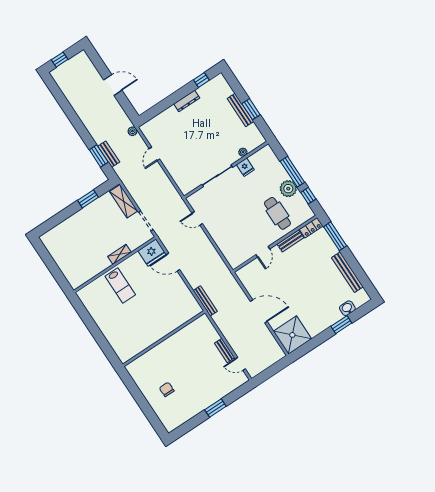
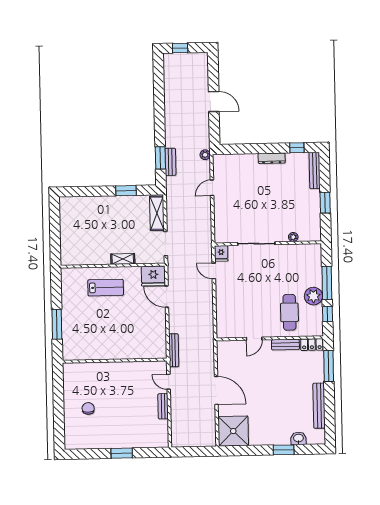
bench: (240, 110) -> (315, 170), moved
fridge: (245, 167) -> (221, 253), moved
lab bench: (120, 285) -> (106, 288), turned -90
window: (100, 339) -> (57, 324), added
door: (240, 364) -> (169, 382), moved

